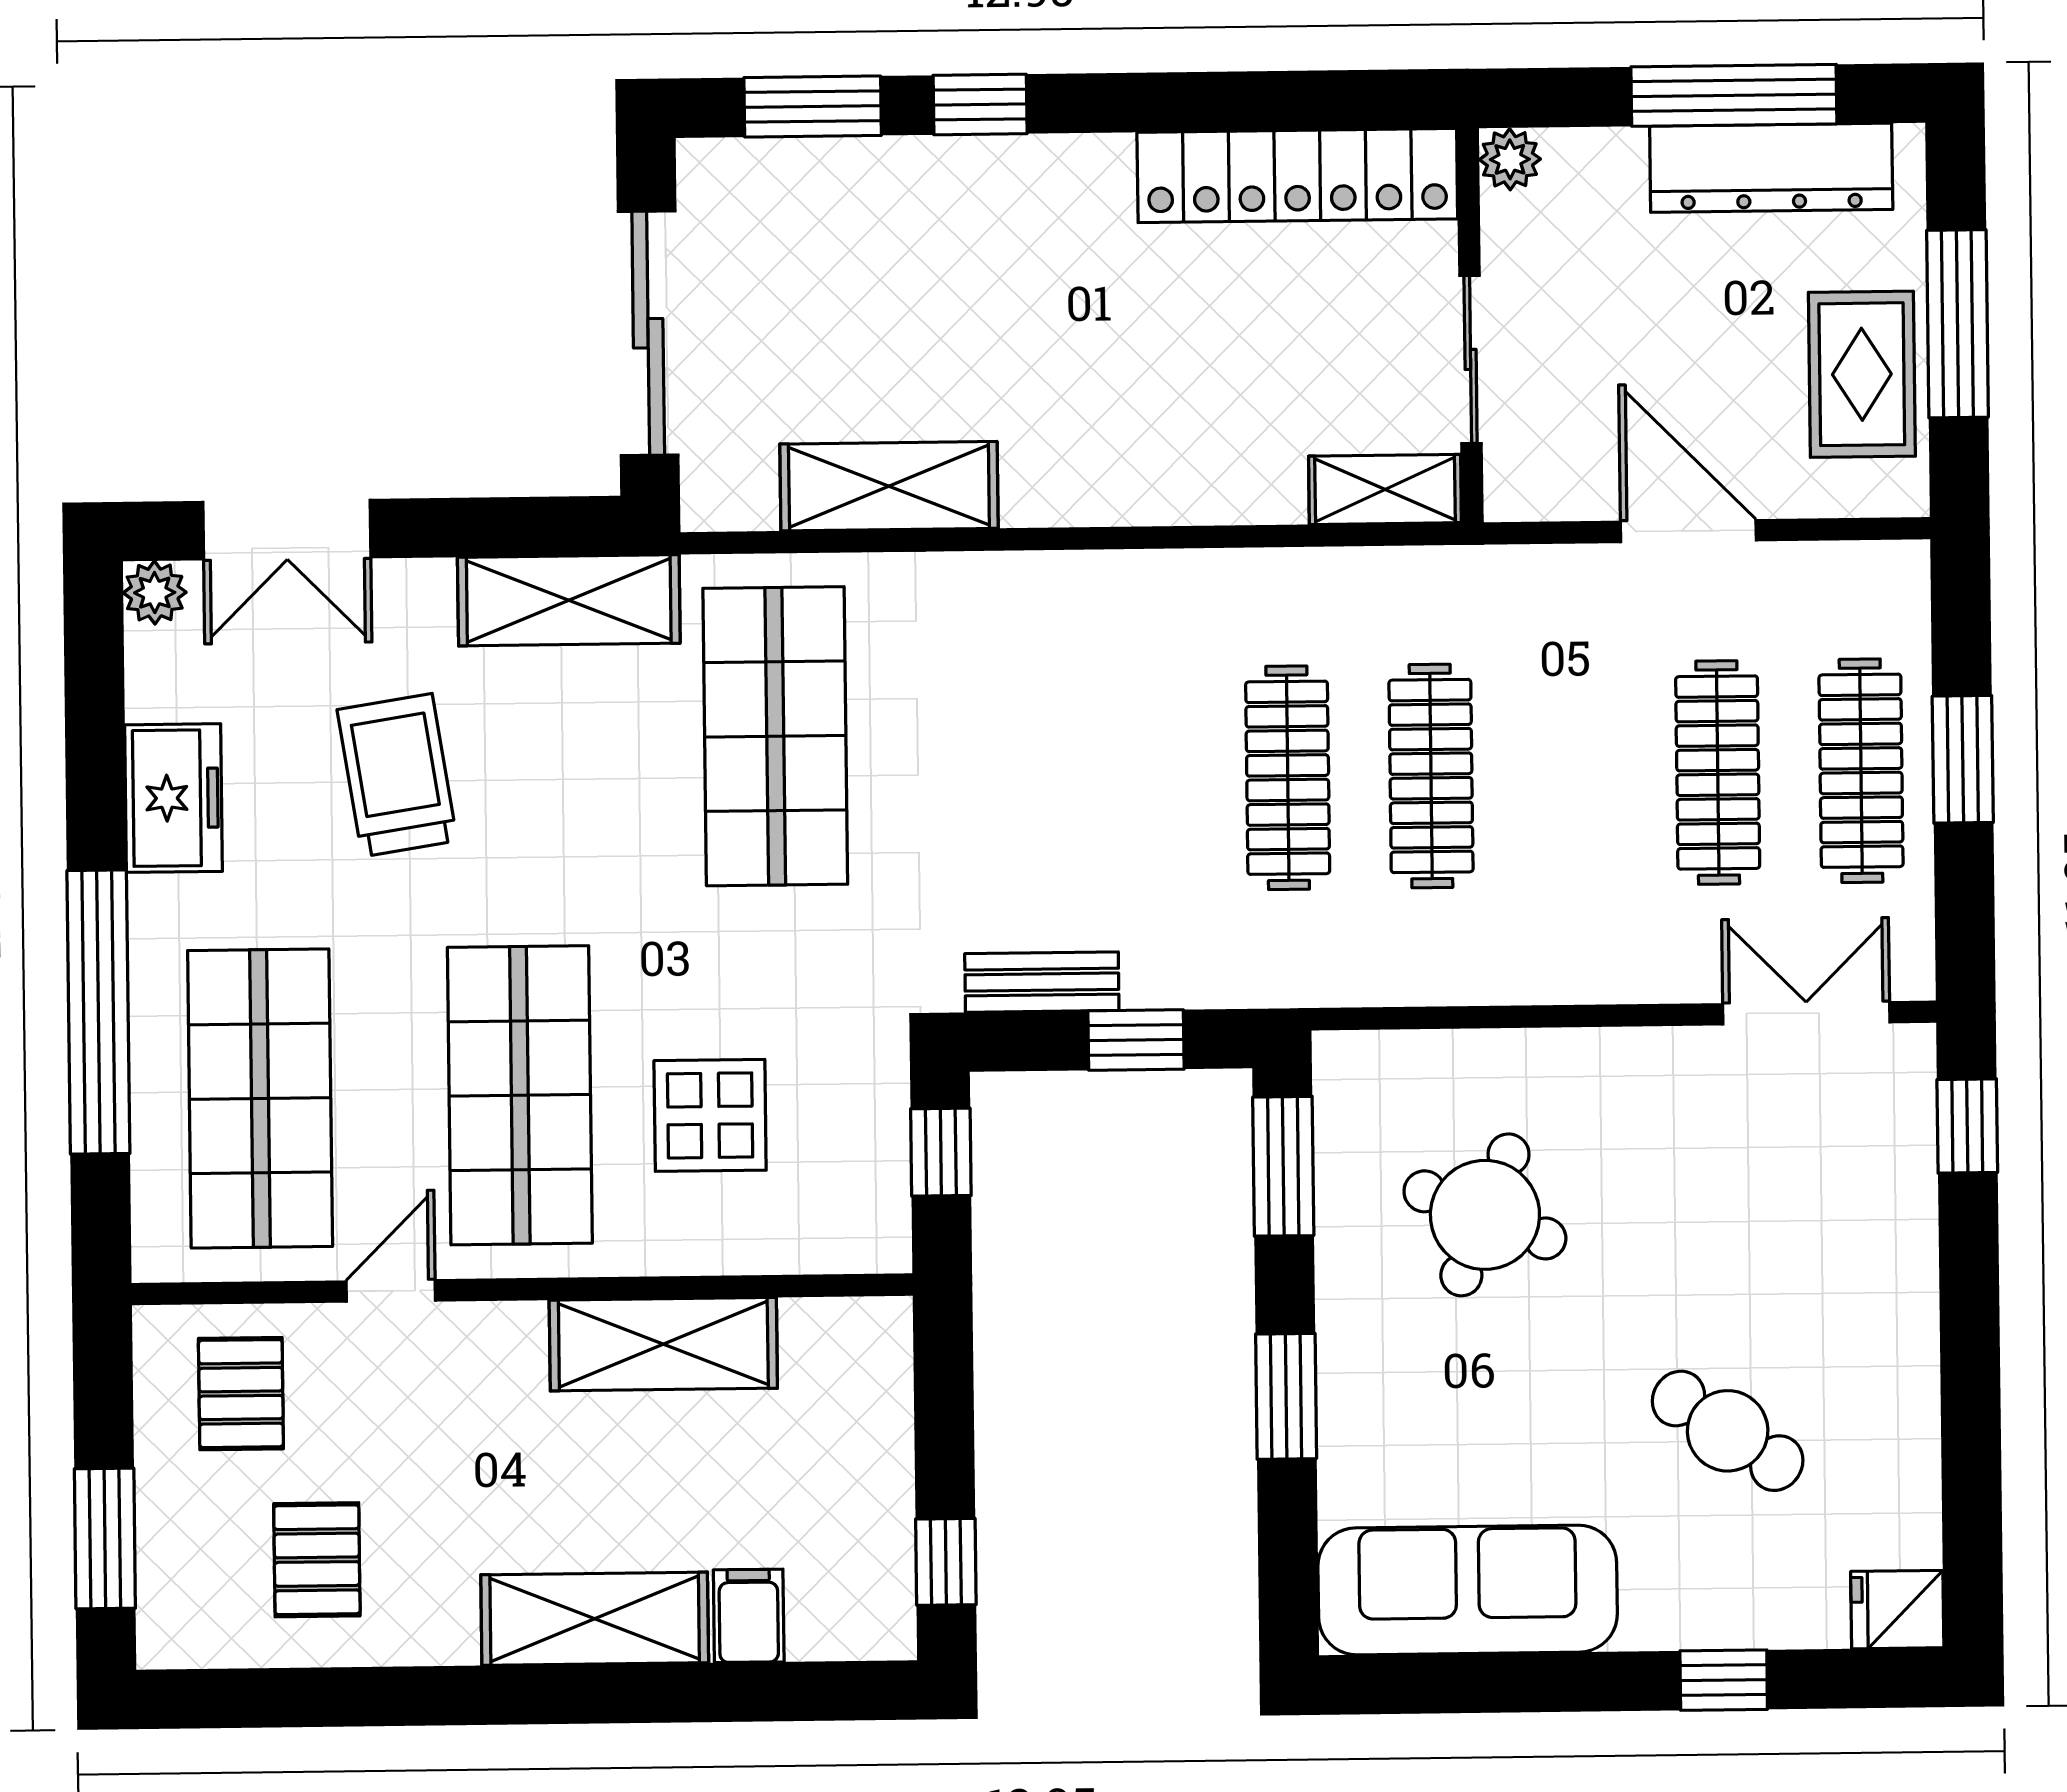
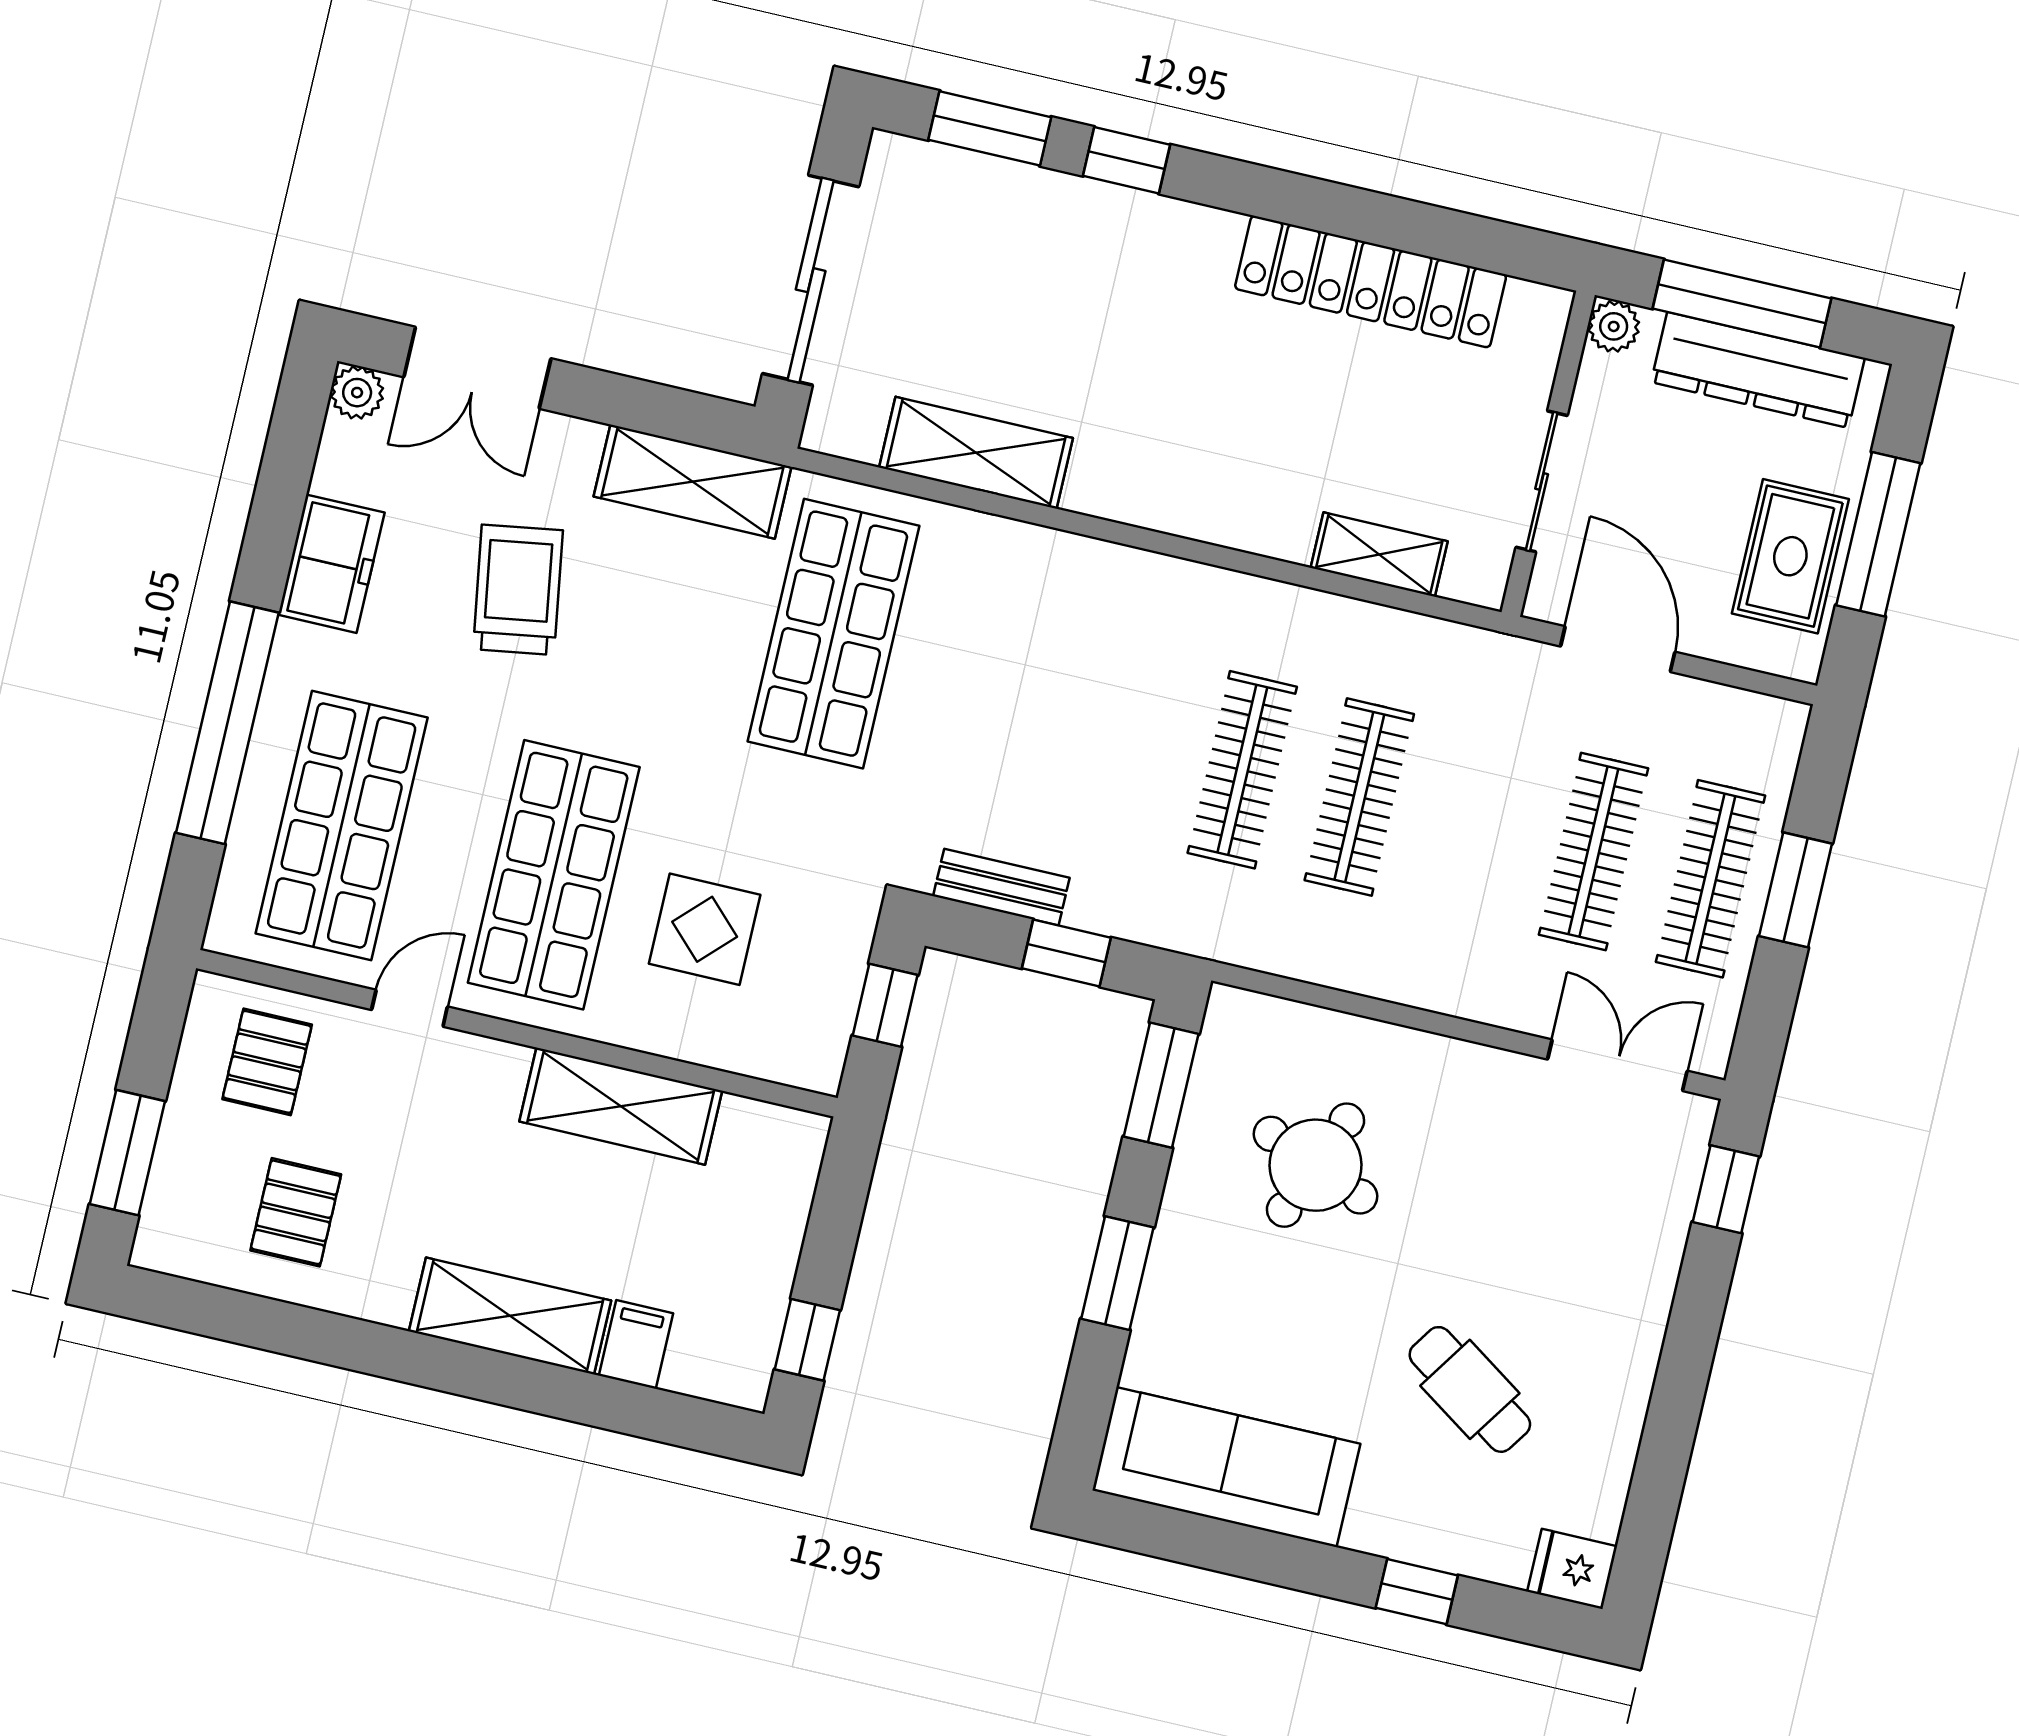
plant: (1510, 159) -> (1614, 326), moved
wall: (1470, 325) -> (1548, 454), moved
sliding door: (1471, 359) -> (1542, 481), moved

